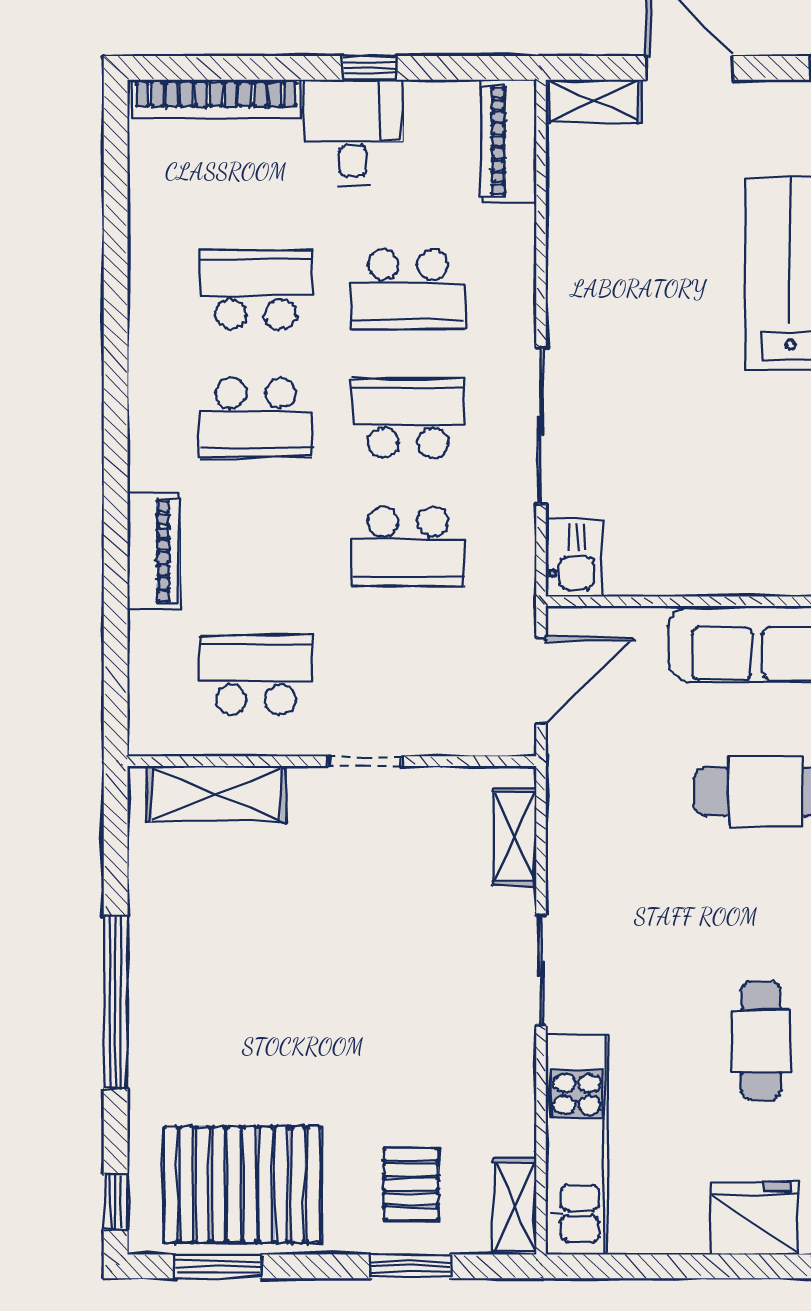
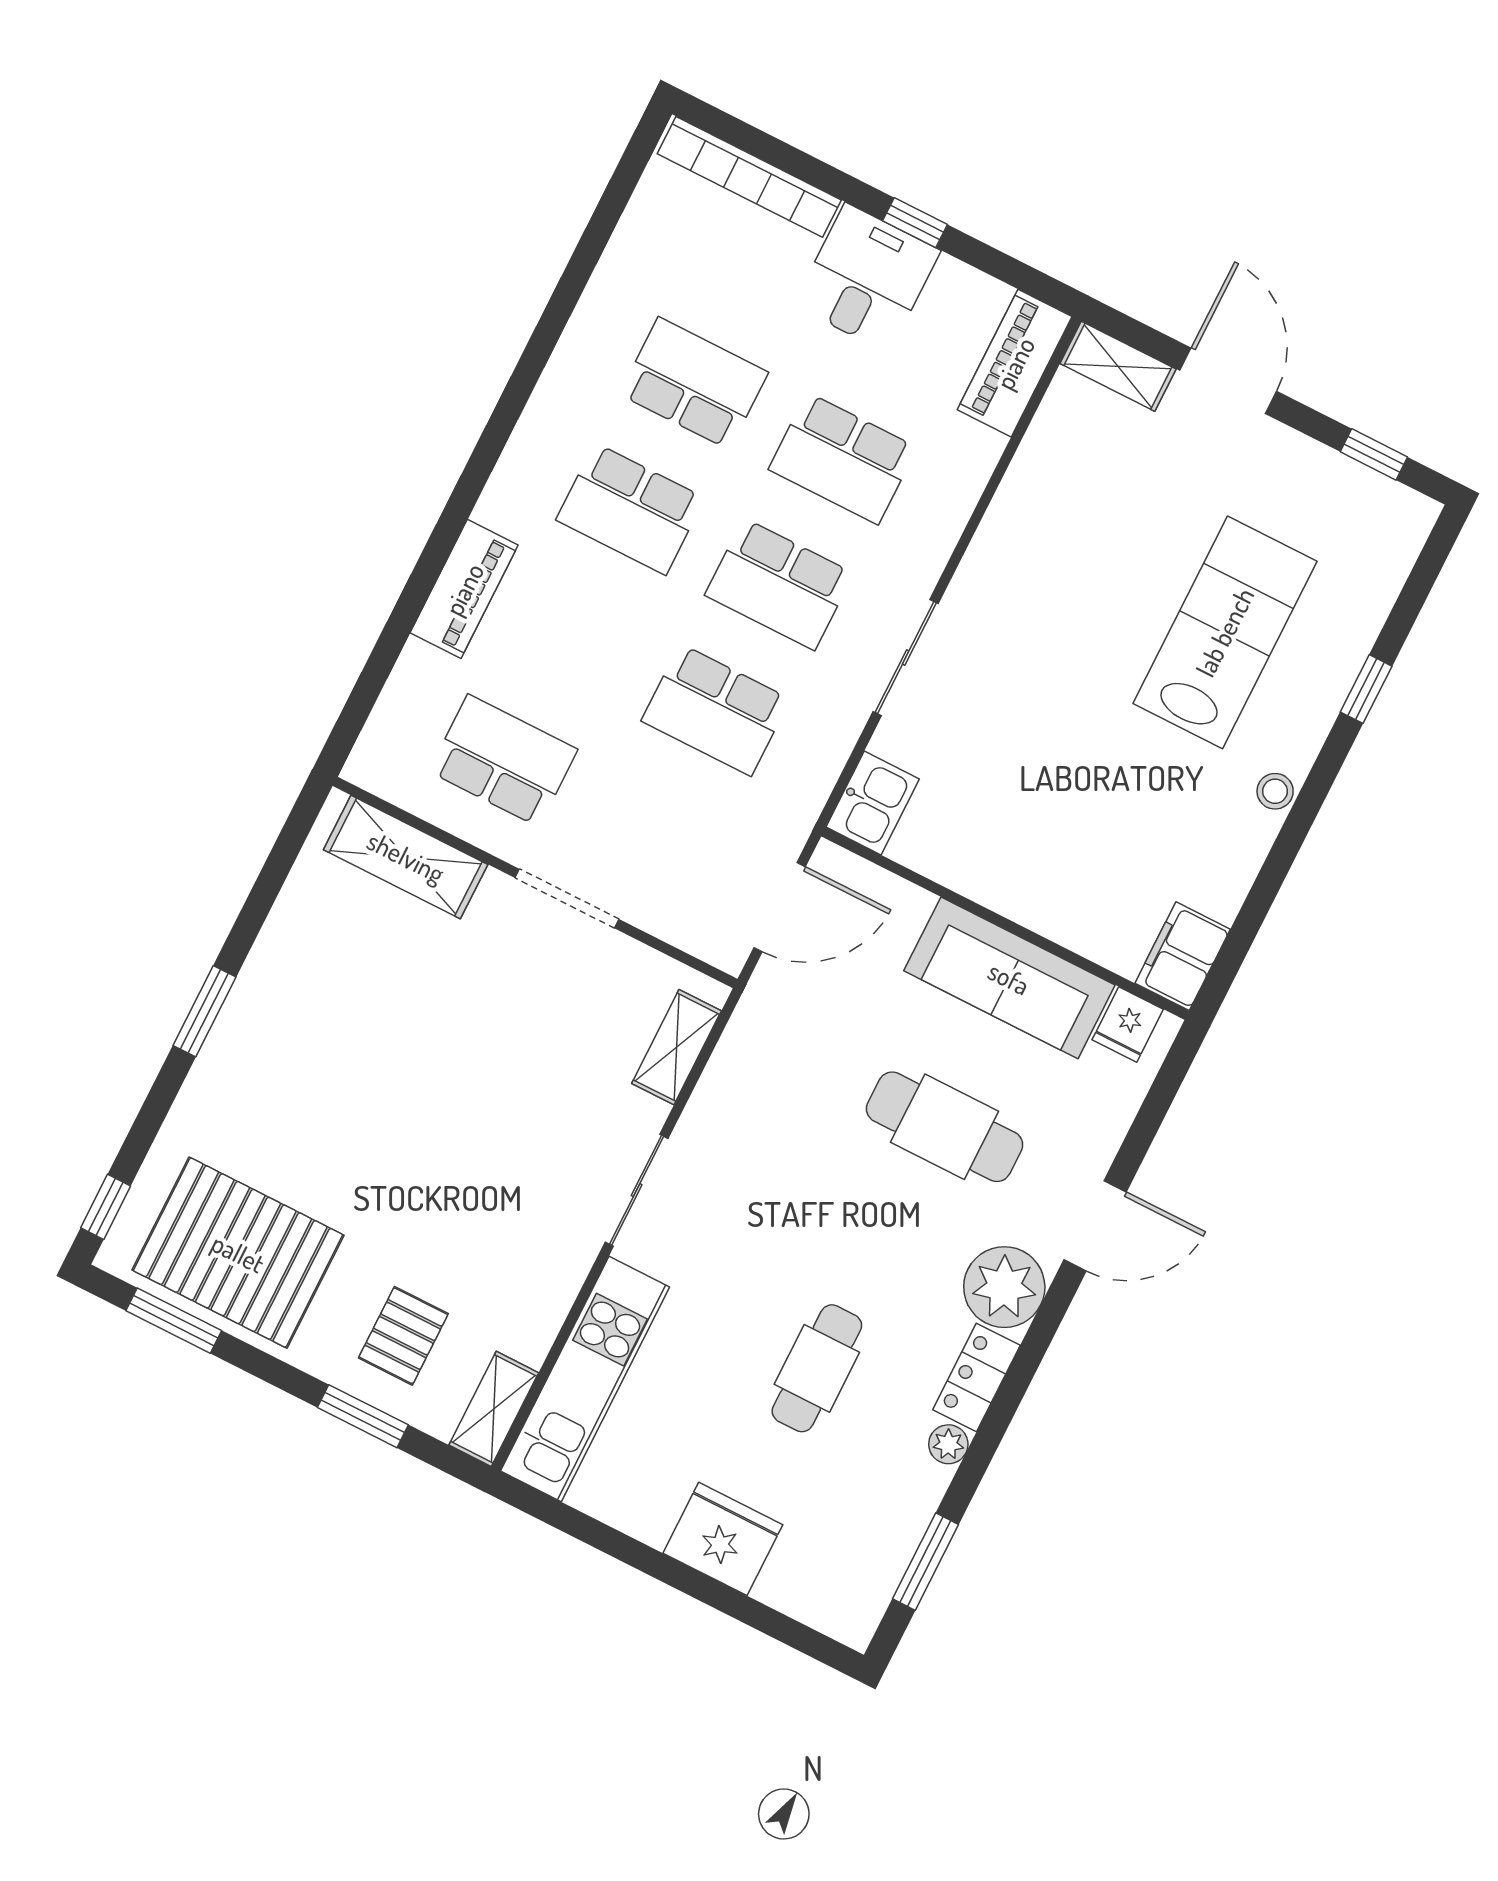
school desk: (408, 418) -> (779, 584), turned 180
sliding door: (541, 426) -> (906, 658), width x0.73
doorway: (364, 761) -> (567, 899), width x1.38
window: (116, 1002) -> (204, 1011), width x0.47

